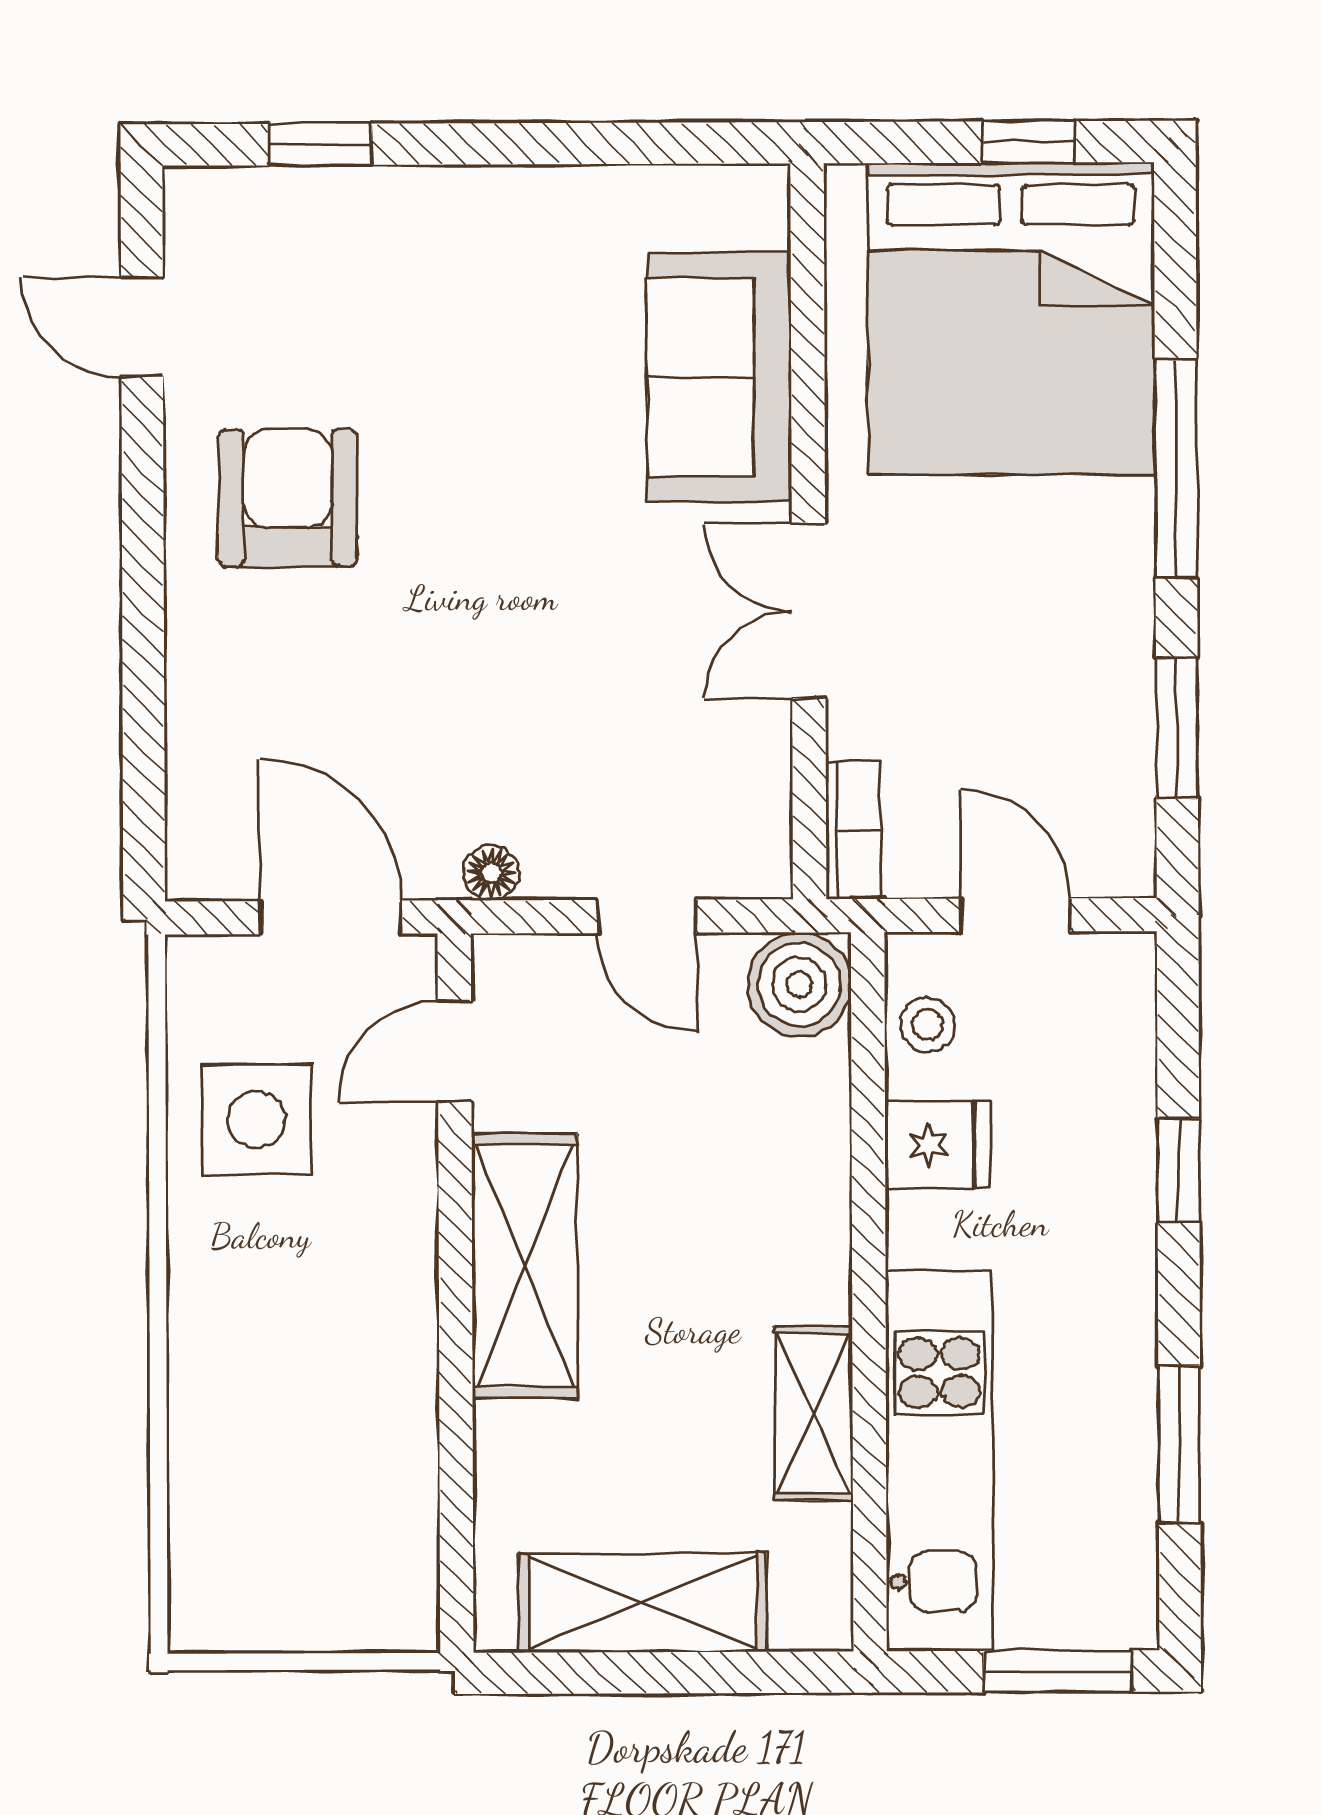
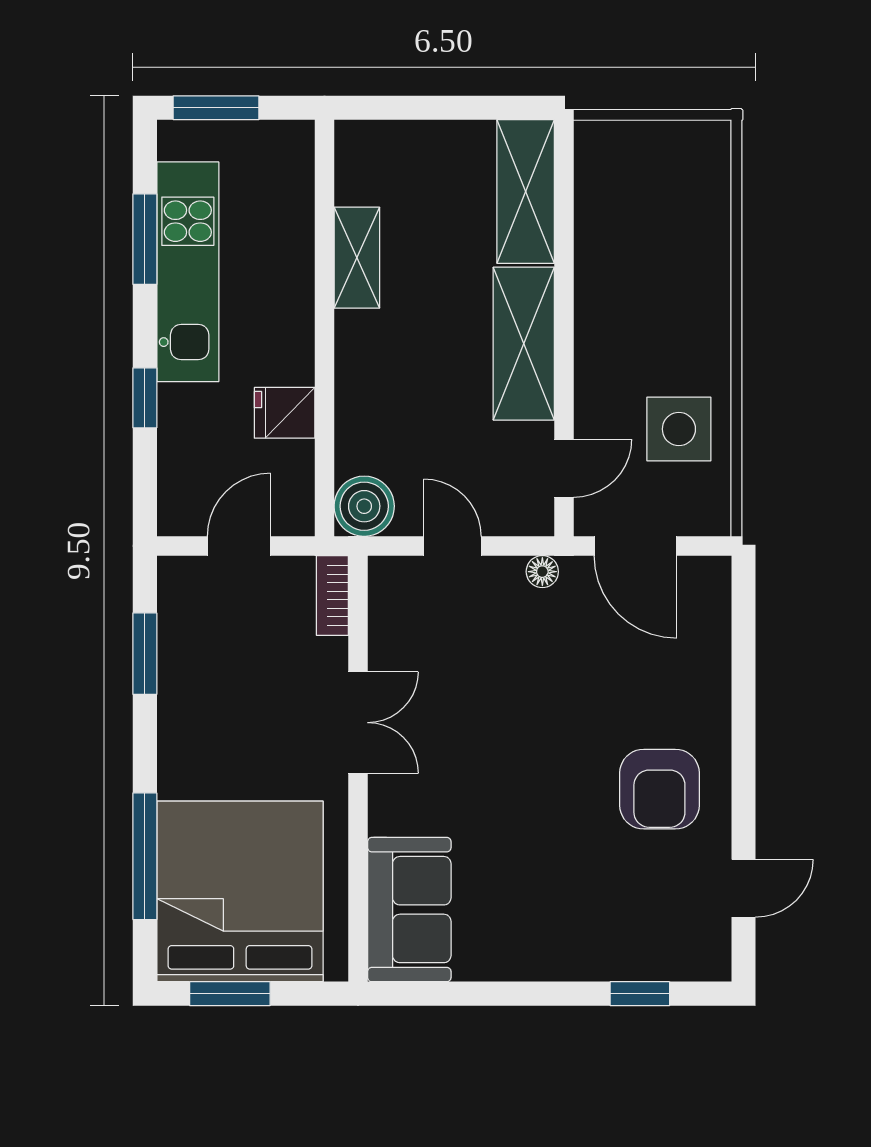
window: (1028, 142) -> (230, 994), width x1.50
door: (142, 327) -> (744, 888), hinge flipped
sofa: (719, 377) -> (409, 910), moved
window: (1176, 469) -> (145, 856), moved
door: (1015, 915) -> (239, 546), swing flipped
stool: (928, 1024) -> (290, 483), removed
kitchen unit: (939, 1460) -> (188, 272), moved, turned 180
shelving: (643, 1603) -> (526, 192), moved, turned 90

